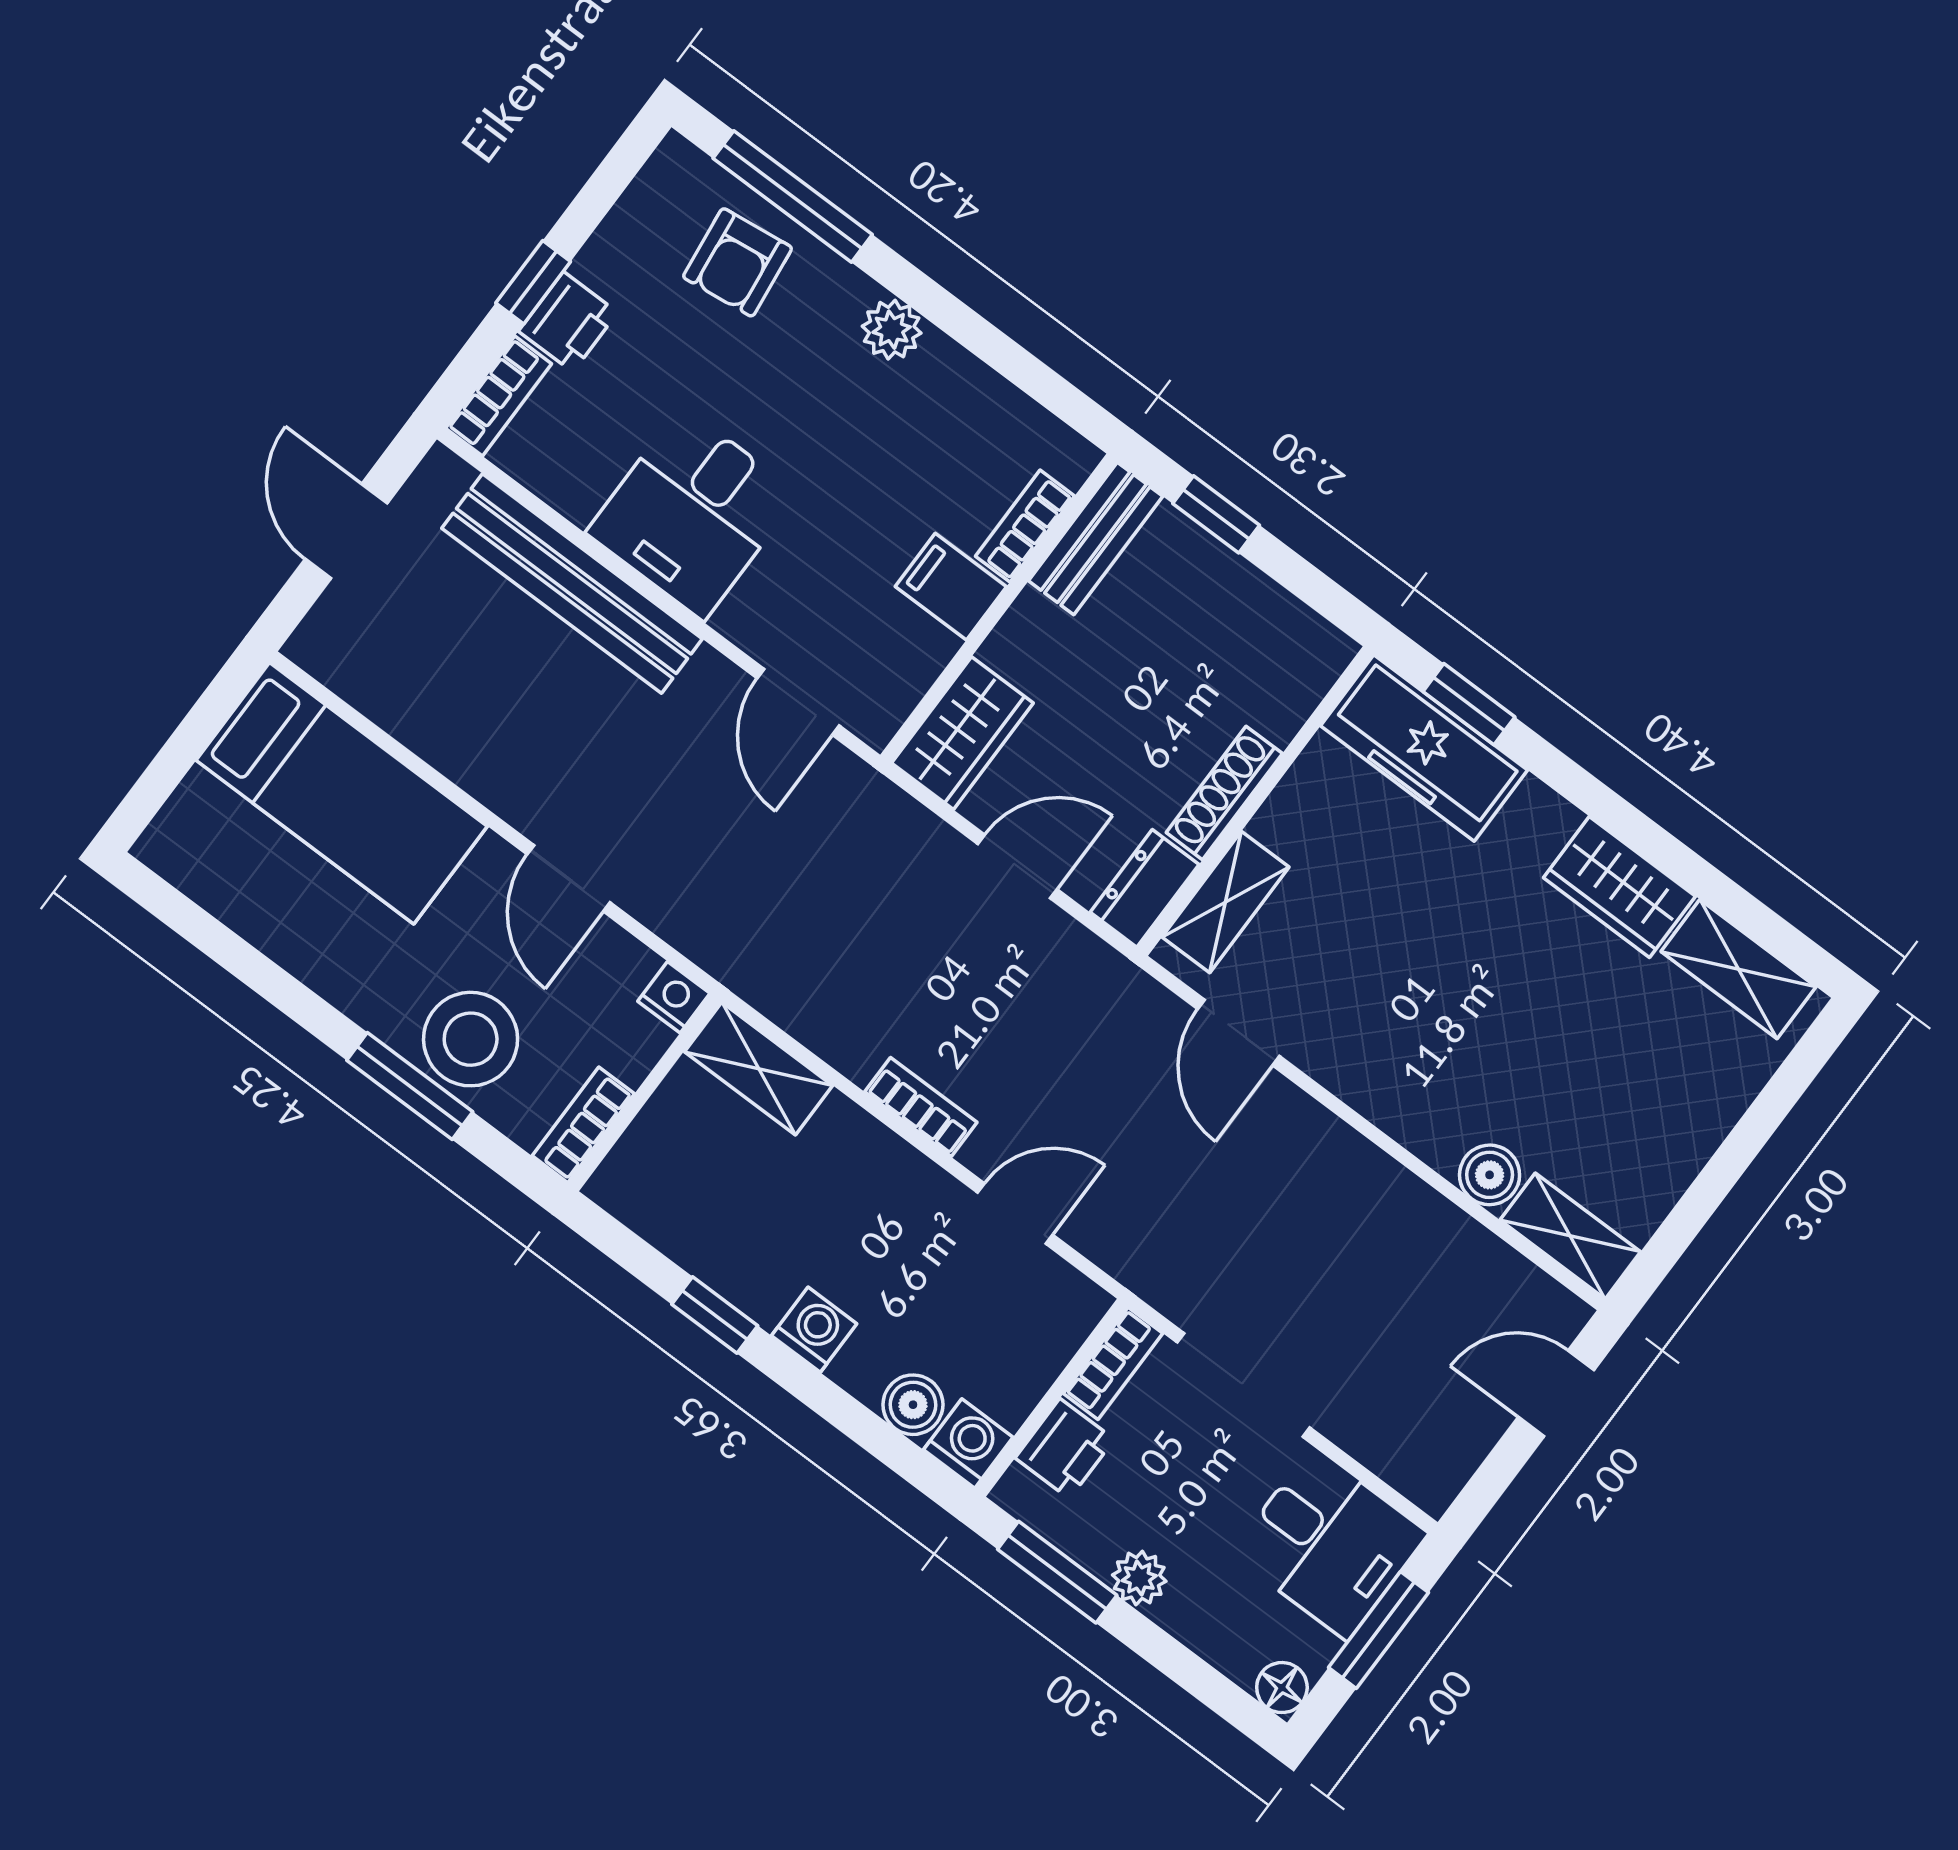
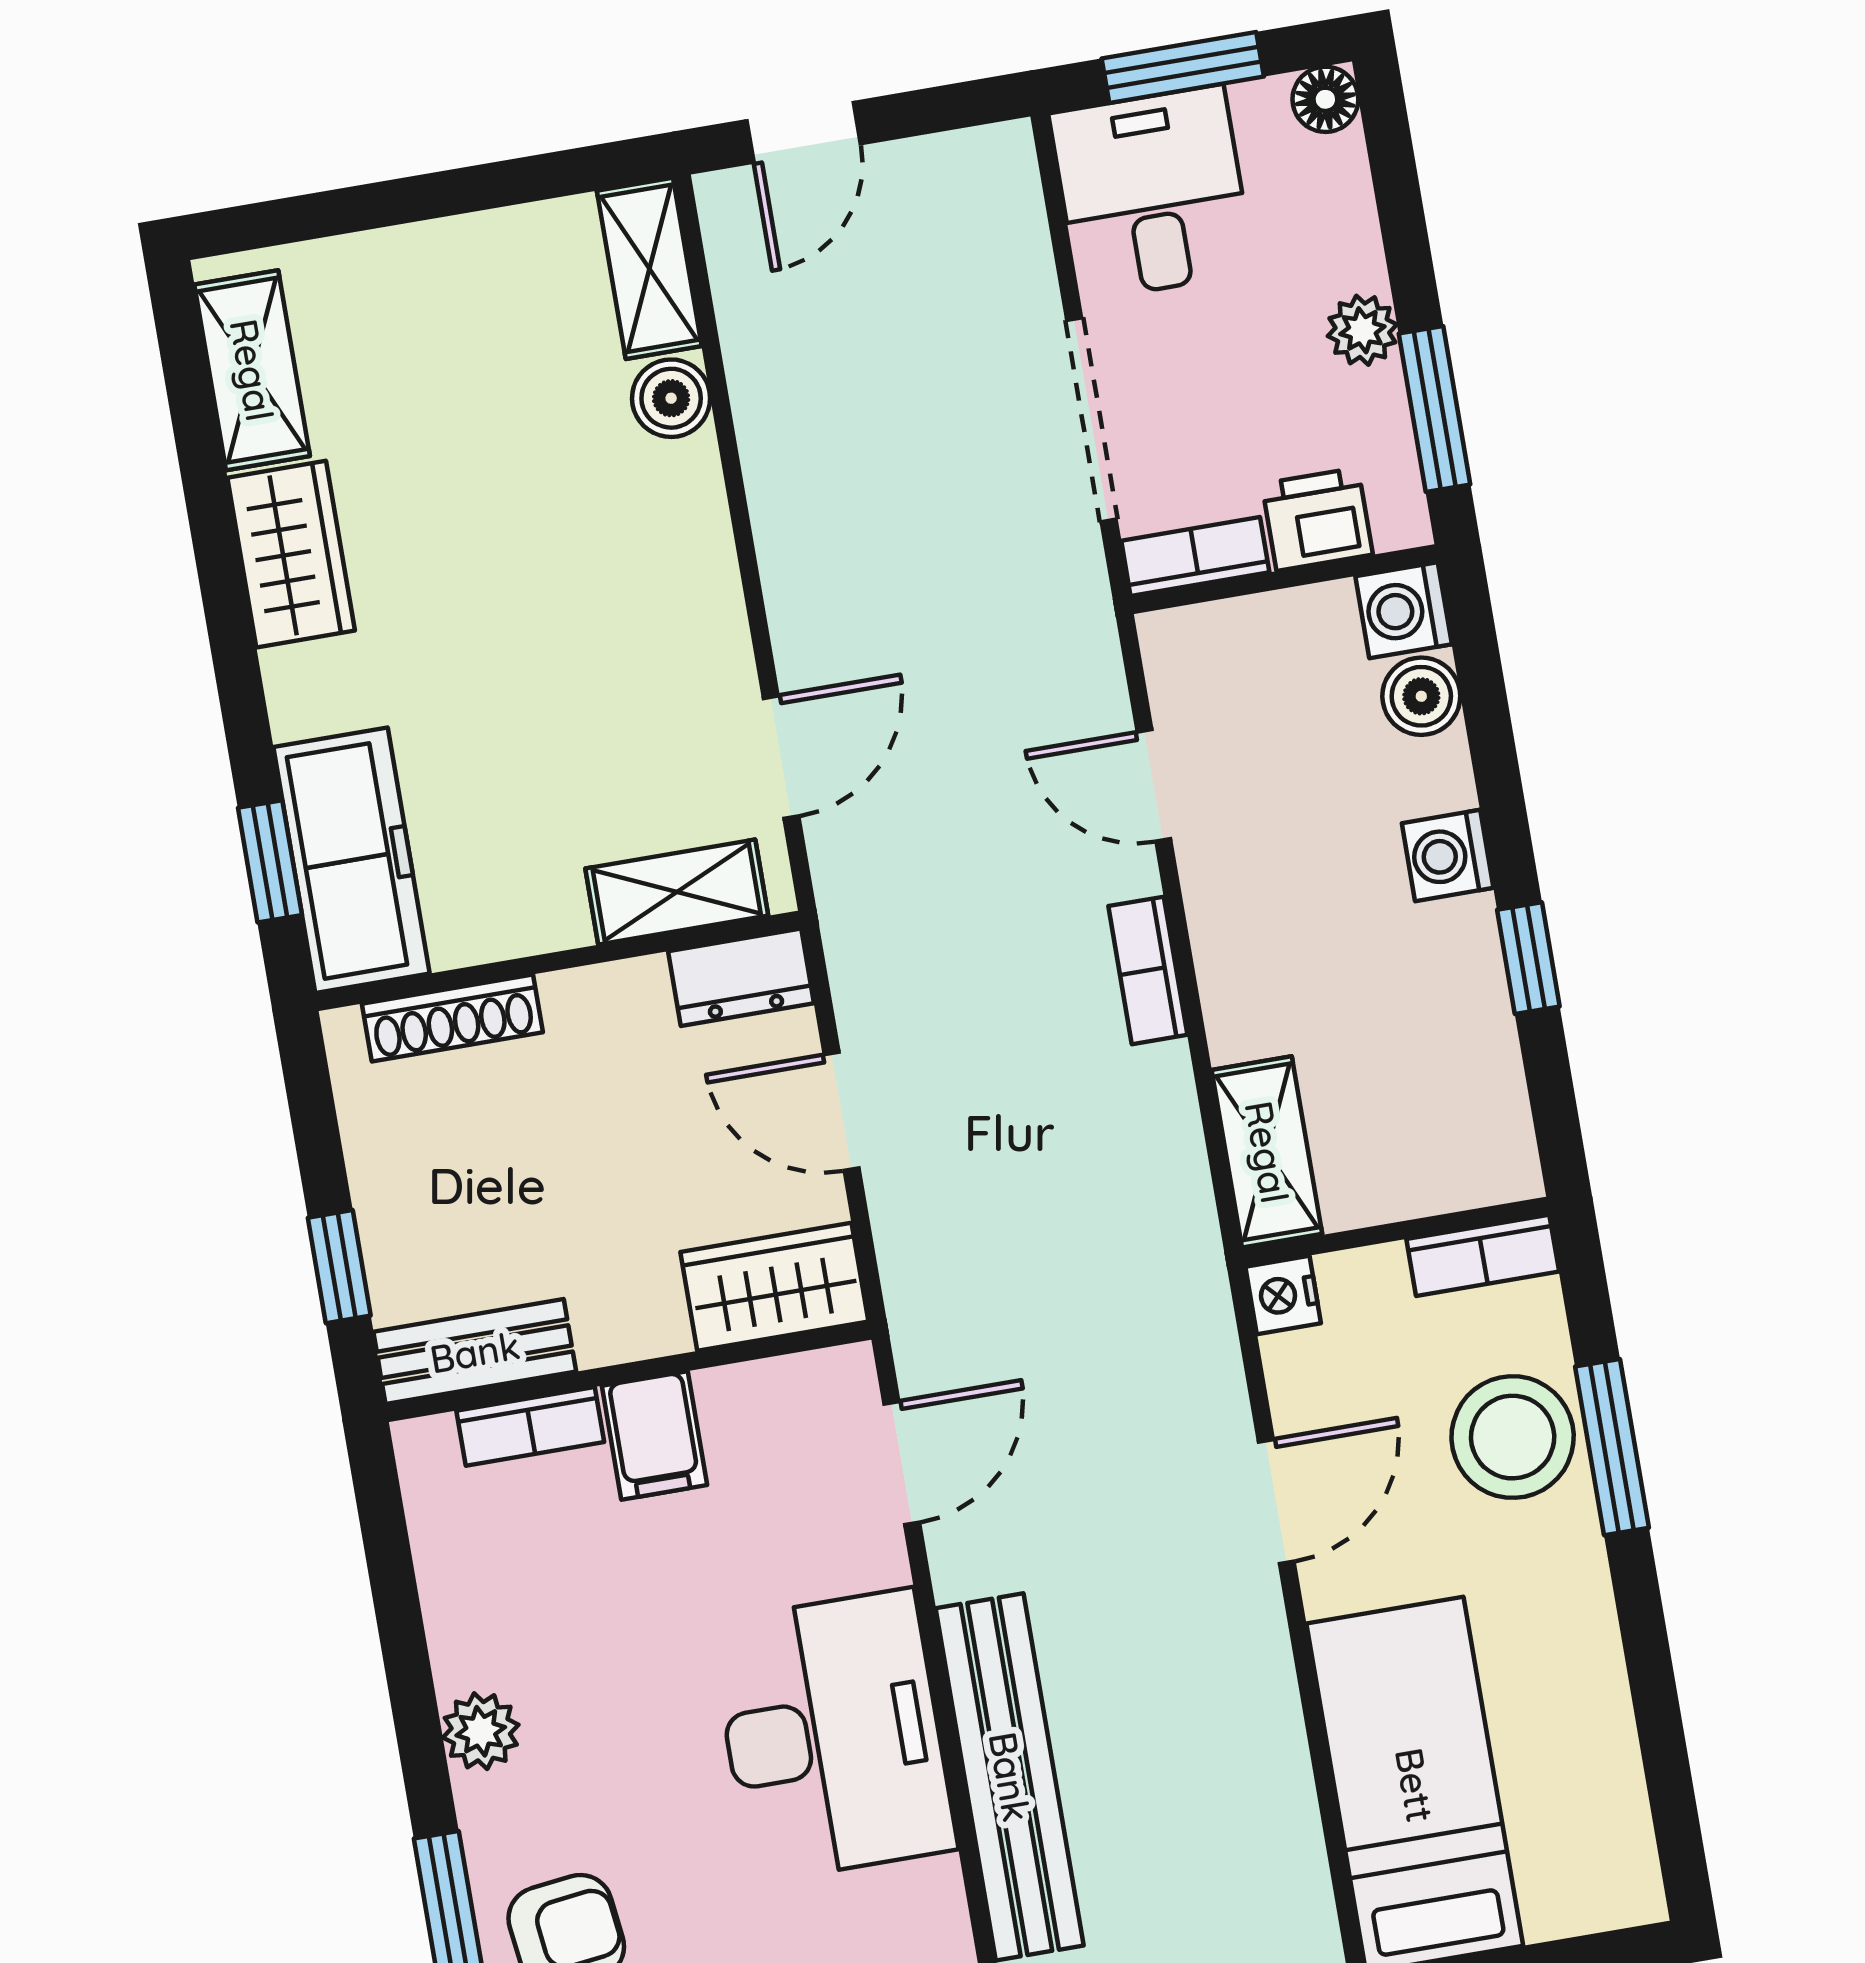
desk: (693, 513) -> (833, 1736), width x1.37
shoe rack: (1224, 793) -> (452, 1018), moved
door: (1556, 1393) -> (804, 132), hinge flipped

